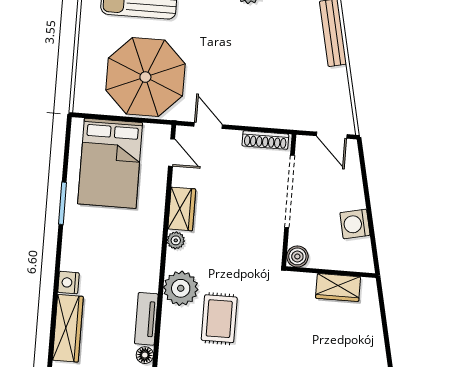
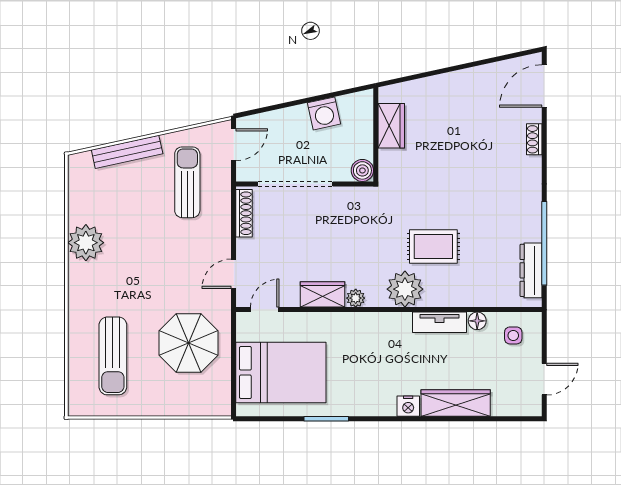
parasol: (145, 77) -> (188, 343), width x0.73, depth x0.73
sun lounger: (299, 88) -> (187, 182), added

